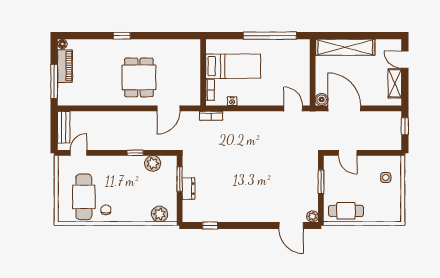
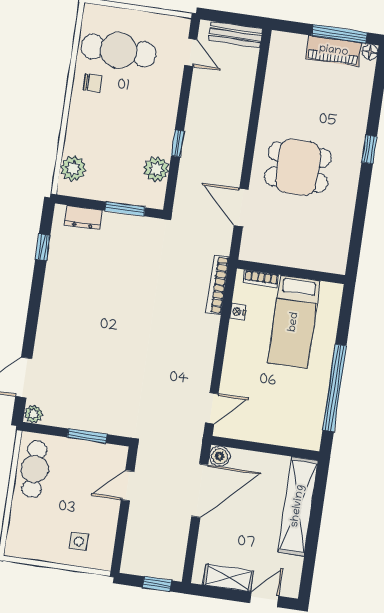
window: (54, 81) -> (339, 34), moved
bookcase: (211, 116) -> (218, 285), width x1.56
dresser: (189, 189) -> (83, 218), moved

